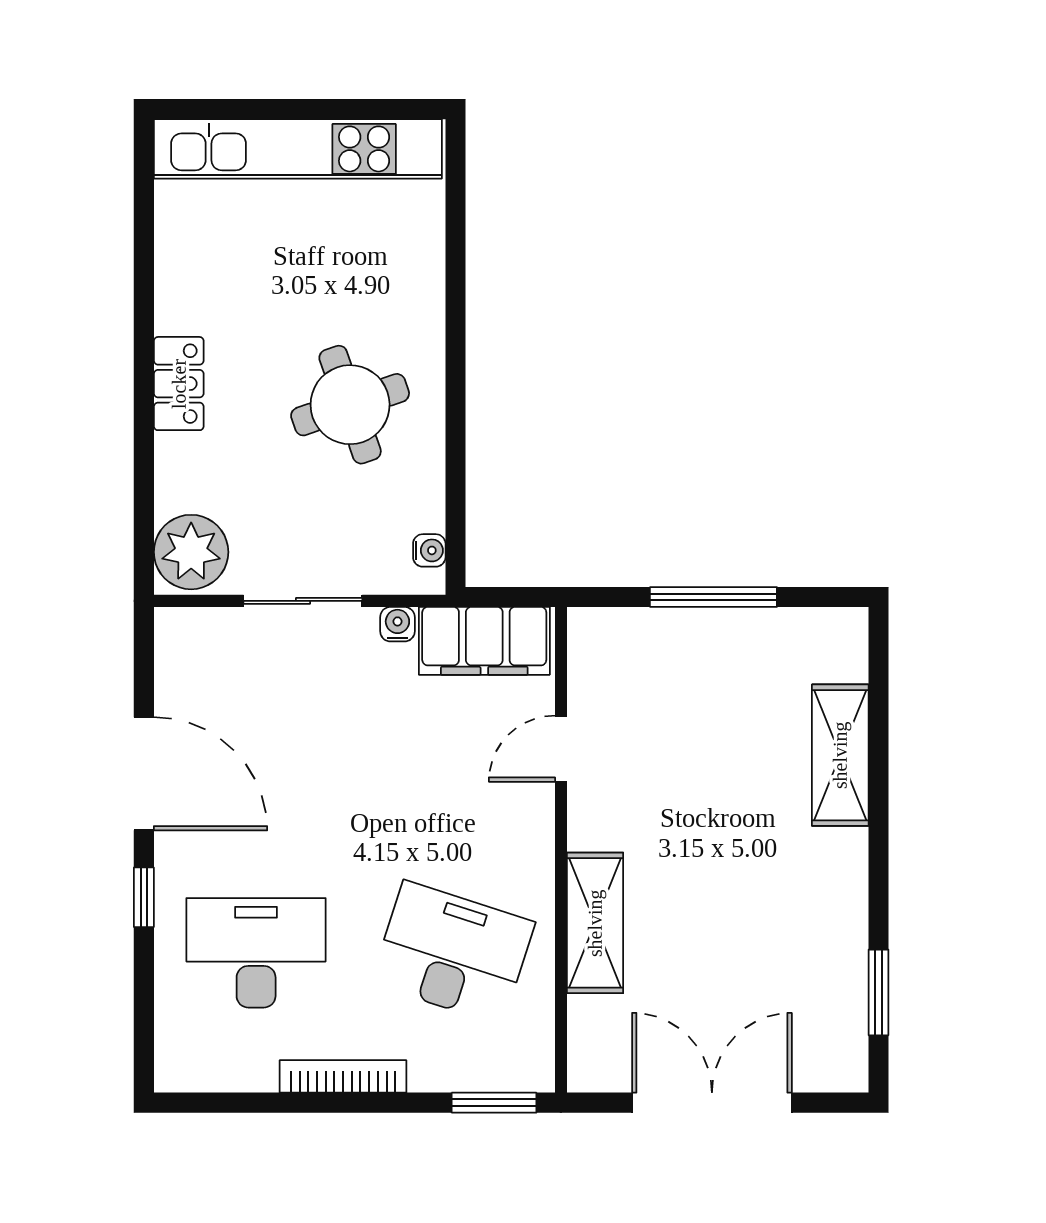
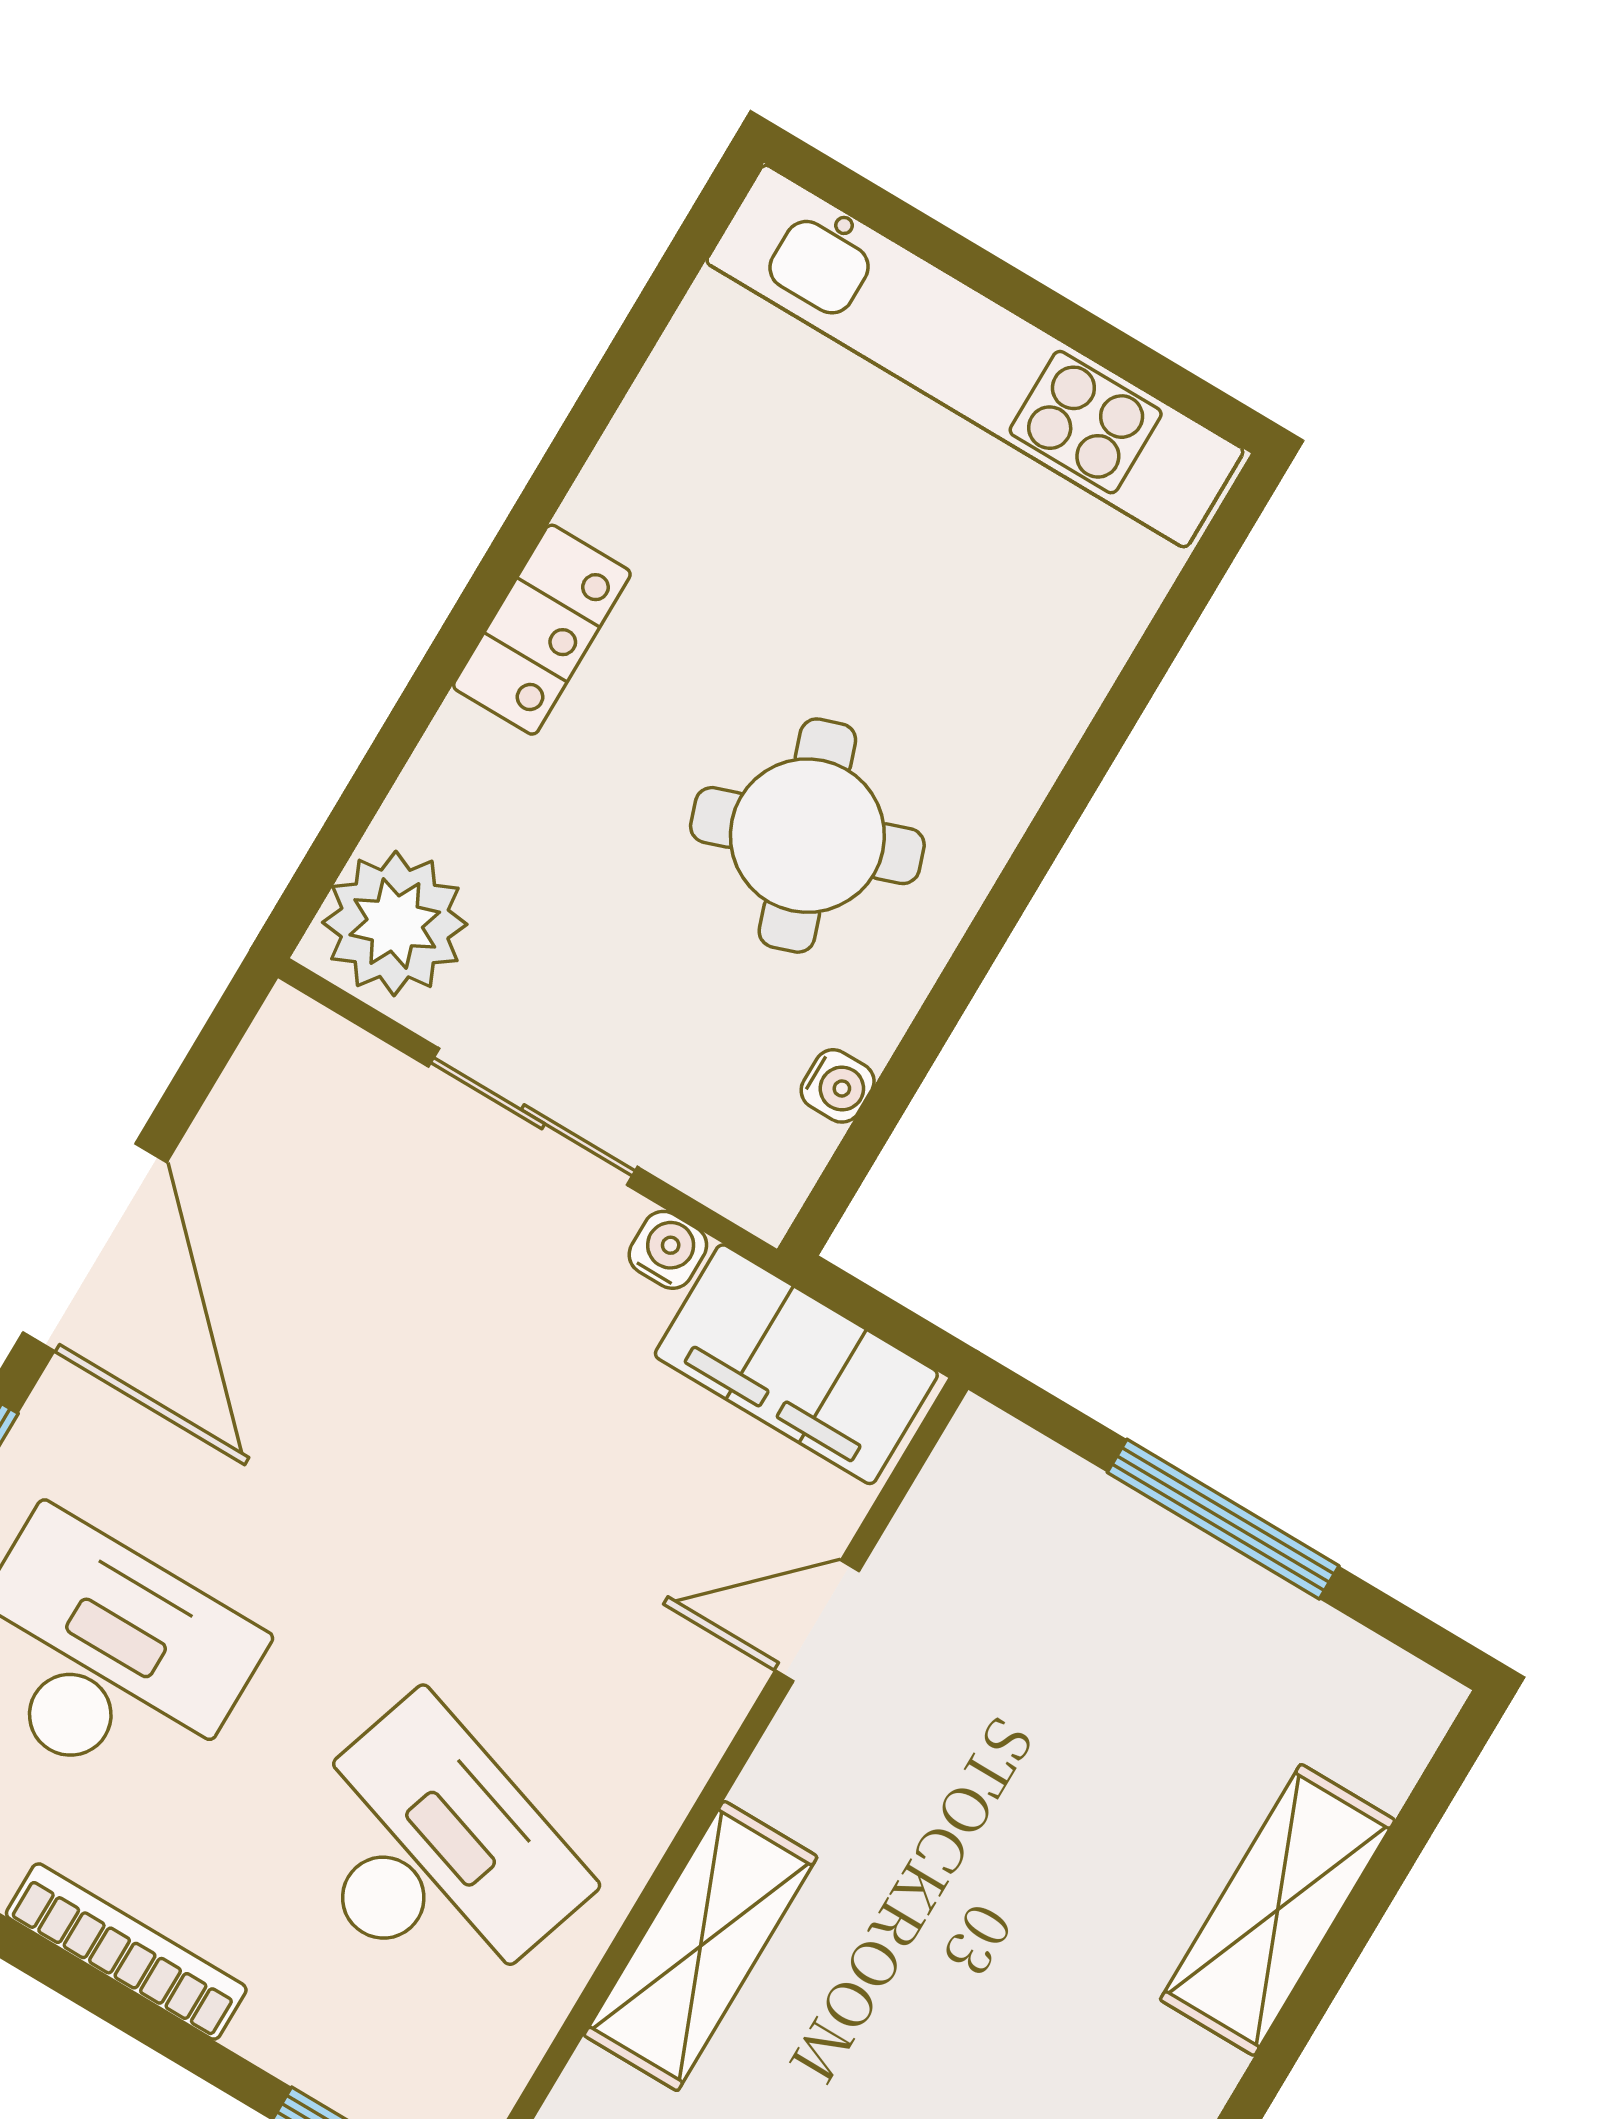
water cooler: (429, 550) -> (838, 1086), moved

